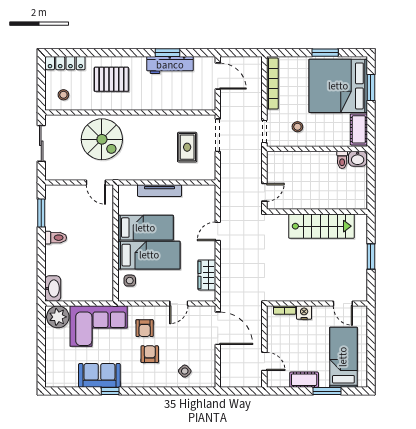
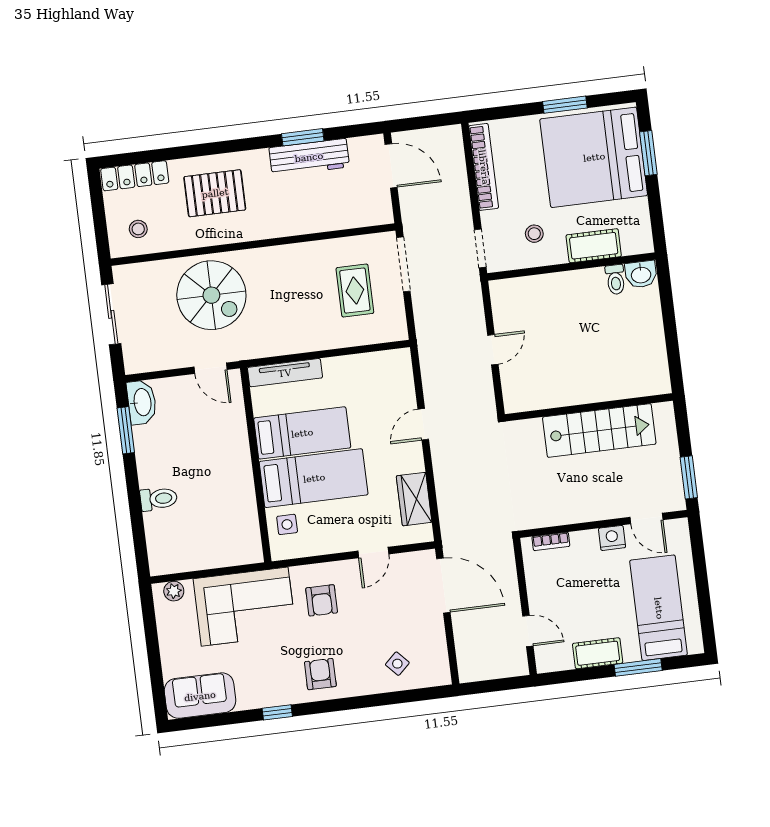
cot: (359, 129) -> (594, 246), moved, turned 90
tv unit: (159, 191) -> (285, 373), moved
wall: (317, 212) -> (589, 407), moved
stairs: (321, 226) -> (599, 431), moved
toilet: (56, 238) -> (159, 499), moved
window: (371, 256) -> (689, 477), moved
washbasin: (53, 288) -> (142, 402), moved
nightstand: (304, 313) -> (612, 538), moved
plant: (58, 317) -> (174, 591), width x0.53, depth x0.53
armchair: (150, 354) -> (320, 674), moved
sofa: (99, 375) -> (200, 696), moved

